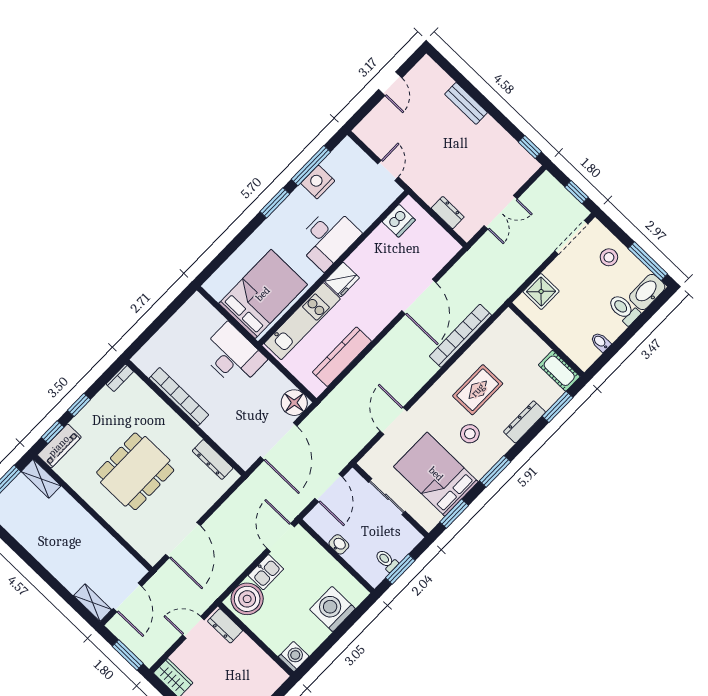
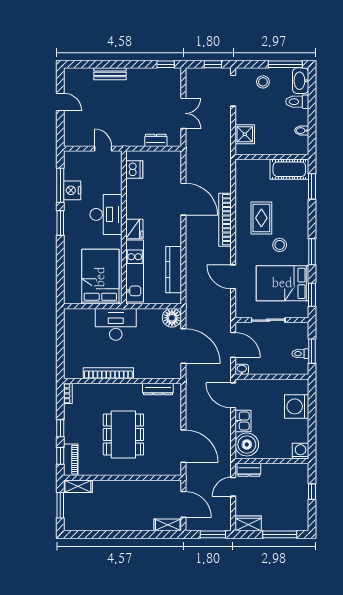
bookcase: (460, 336) -> (225, 220), moved
cot: (559, 371) -> (289, 169), width x1.37, depth x1.34
dresser: (525, 422) -> (302, 211), removed
washbasin: (339, 544) -> (242, 369), moved

